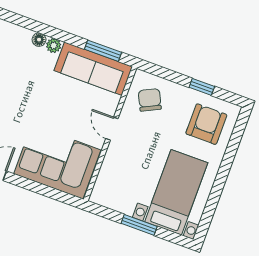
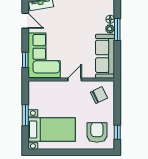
window: (103, 51) -> (117, 29), moved
window: (202, 87) -> (117, 132), moved
armchair: (206, 124) -> (97, 132), turned -90
window: (54, 194) -> (25, 60), added

